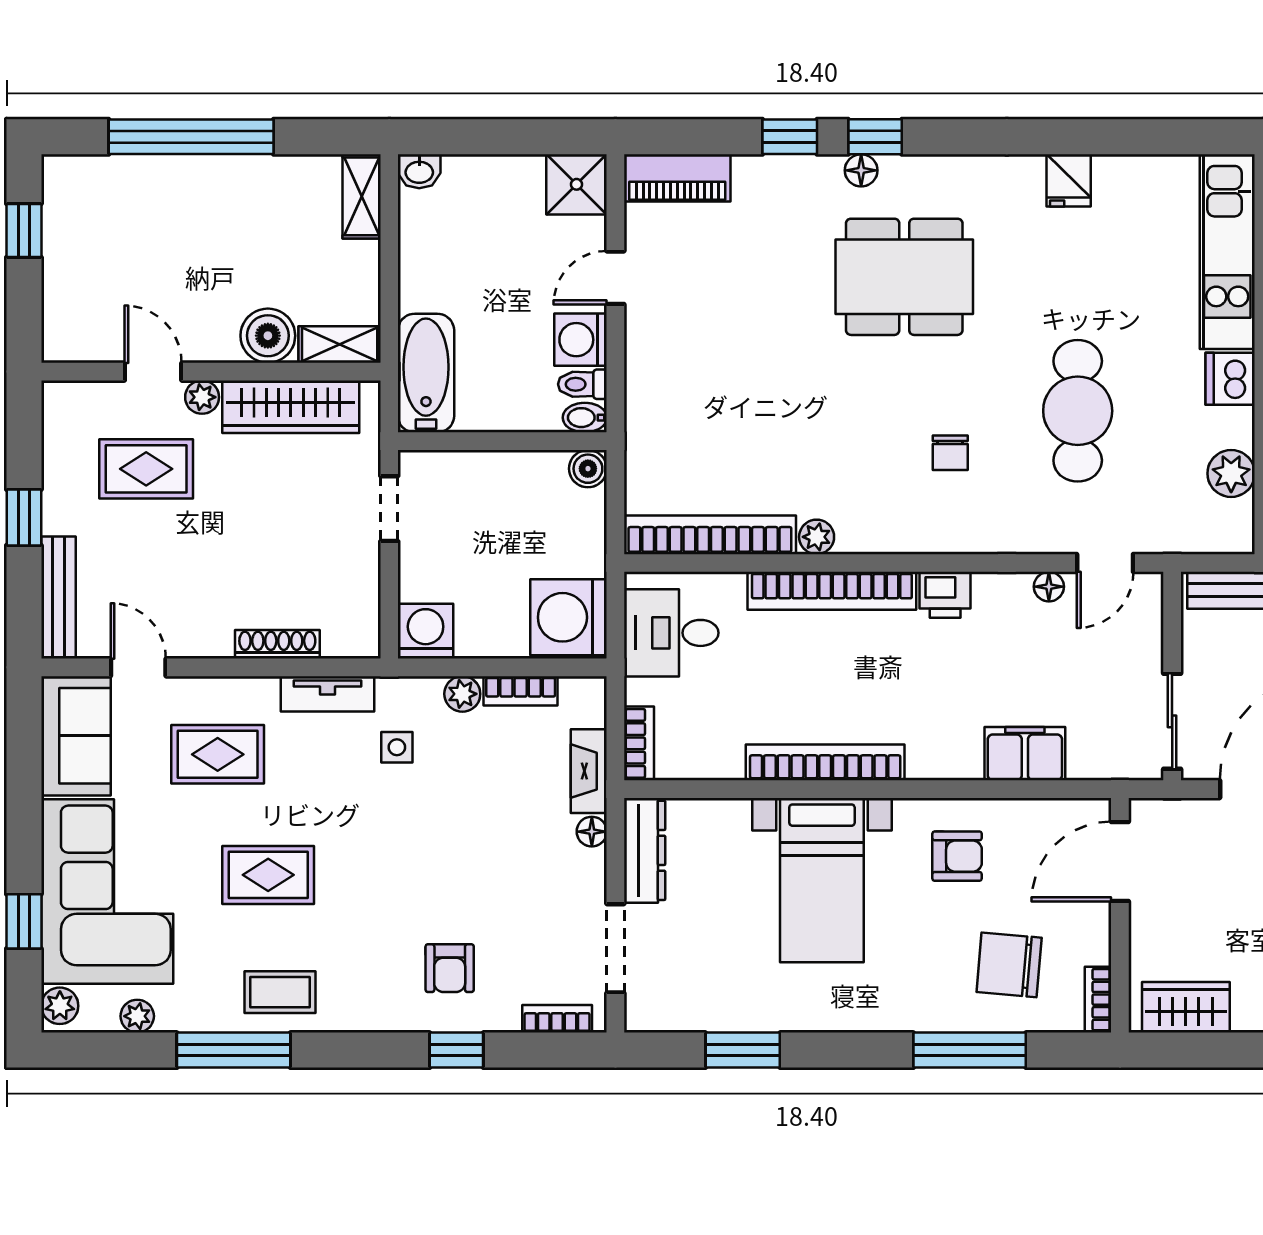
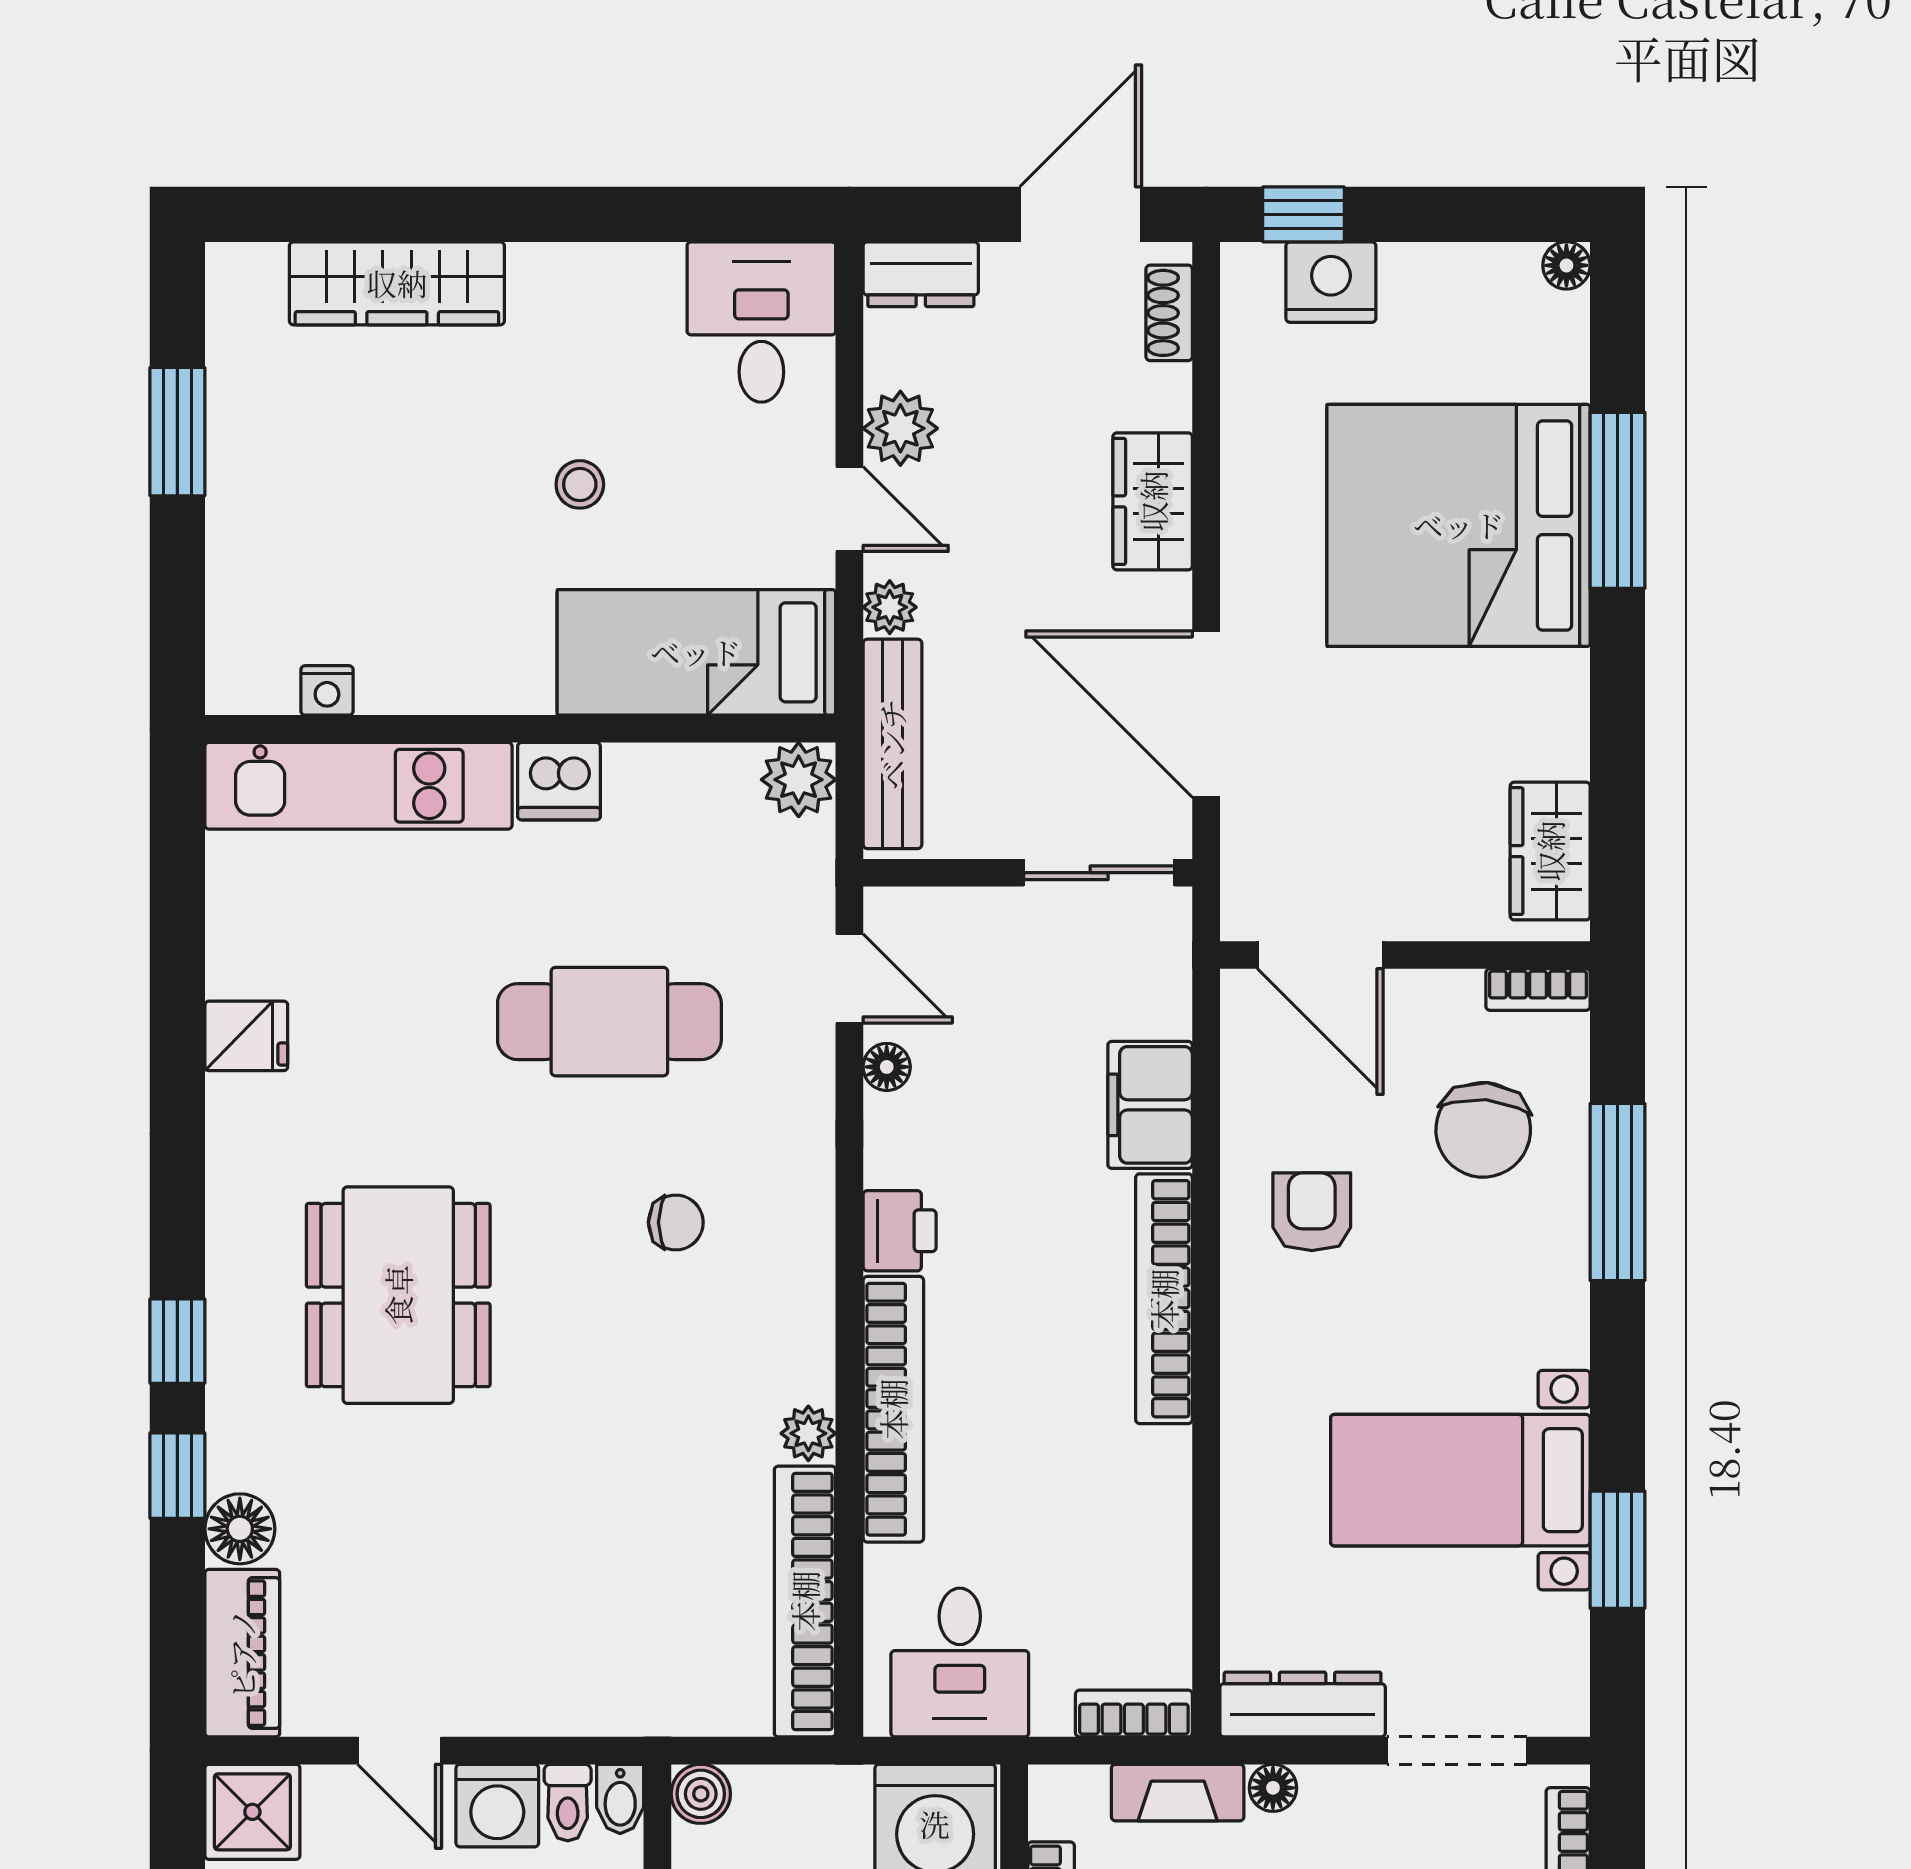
floor lamp: (861, 170) -> (240, 1529), moved, width x1.37, depth x1.37
plant: (1231, 473) -> (799, 780), moved
bookcase: (825, 762) -> (1164, 1299), moved
bed with nightstands: (822, 880) -> (1460, 1480), moved, turned 180

